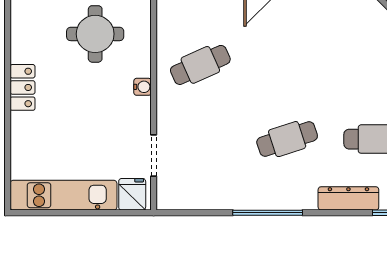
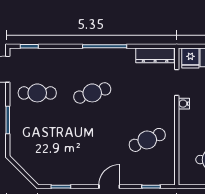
water cooler: (143, 87) -> (184, 104), moved
dresser: (348, 198) -> (155, 55), moved

